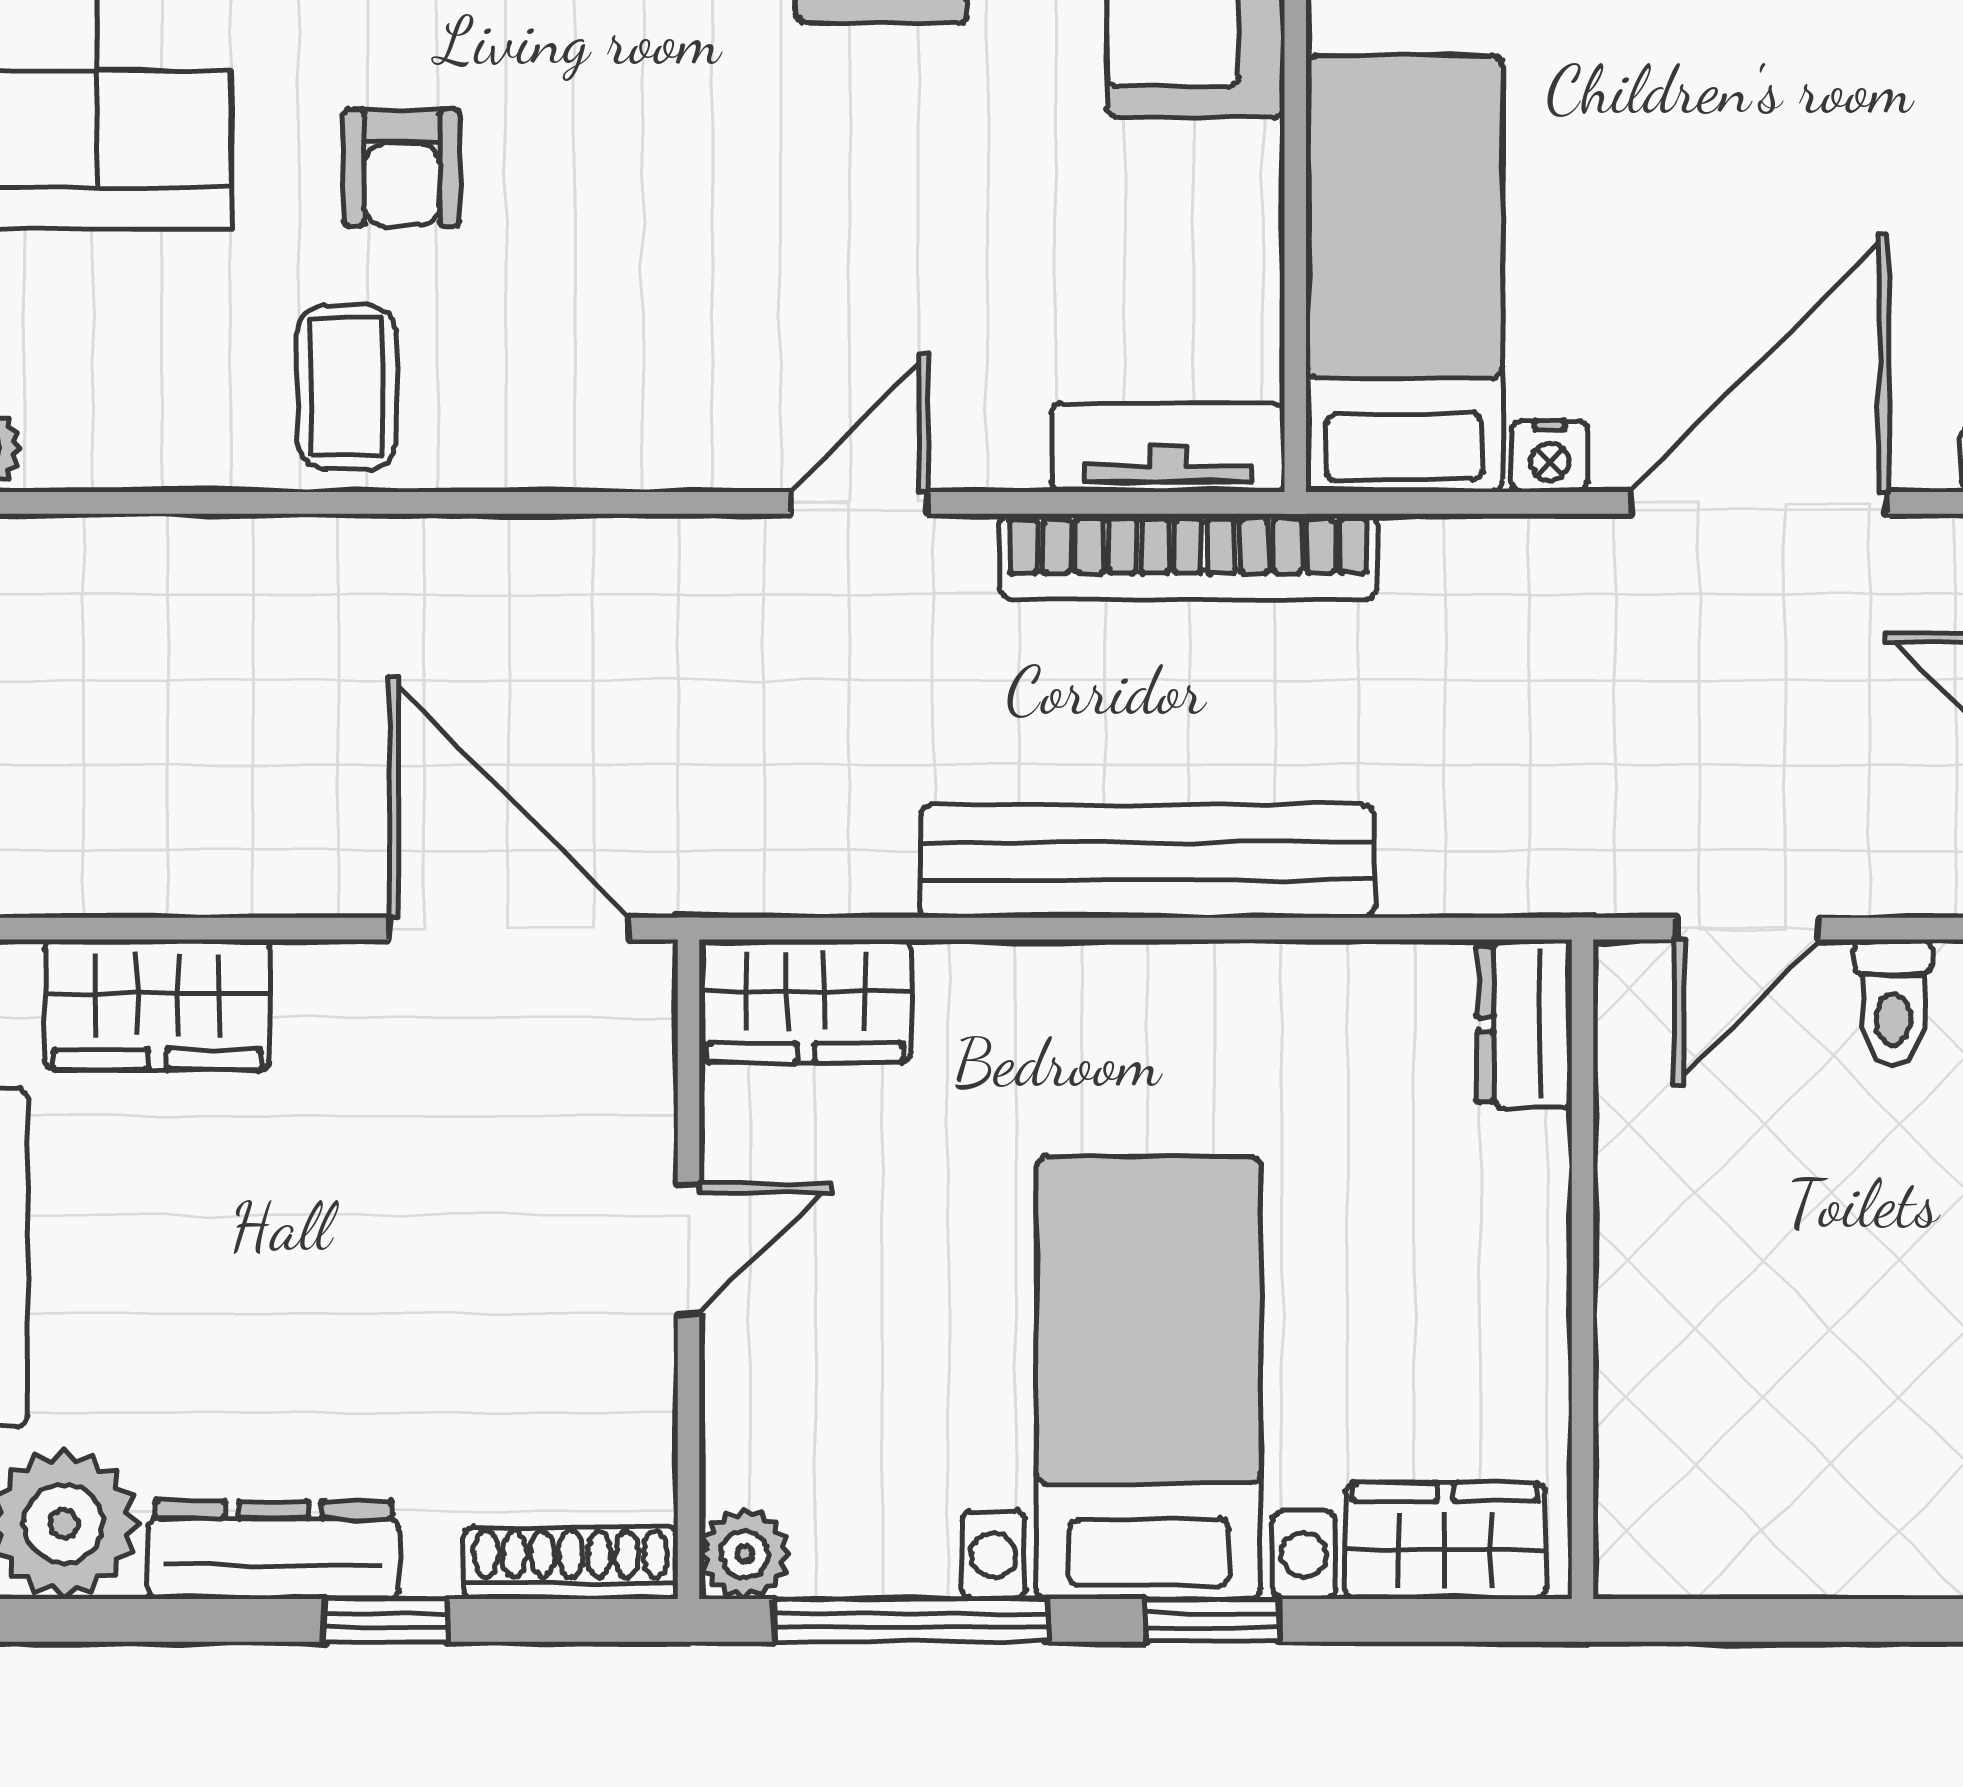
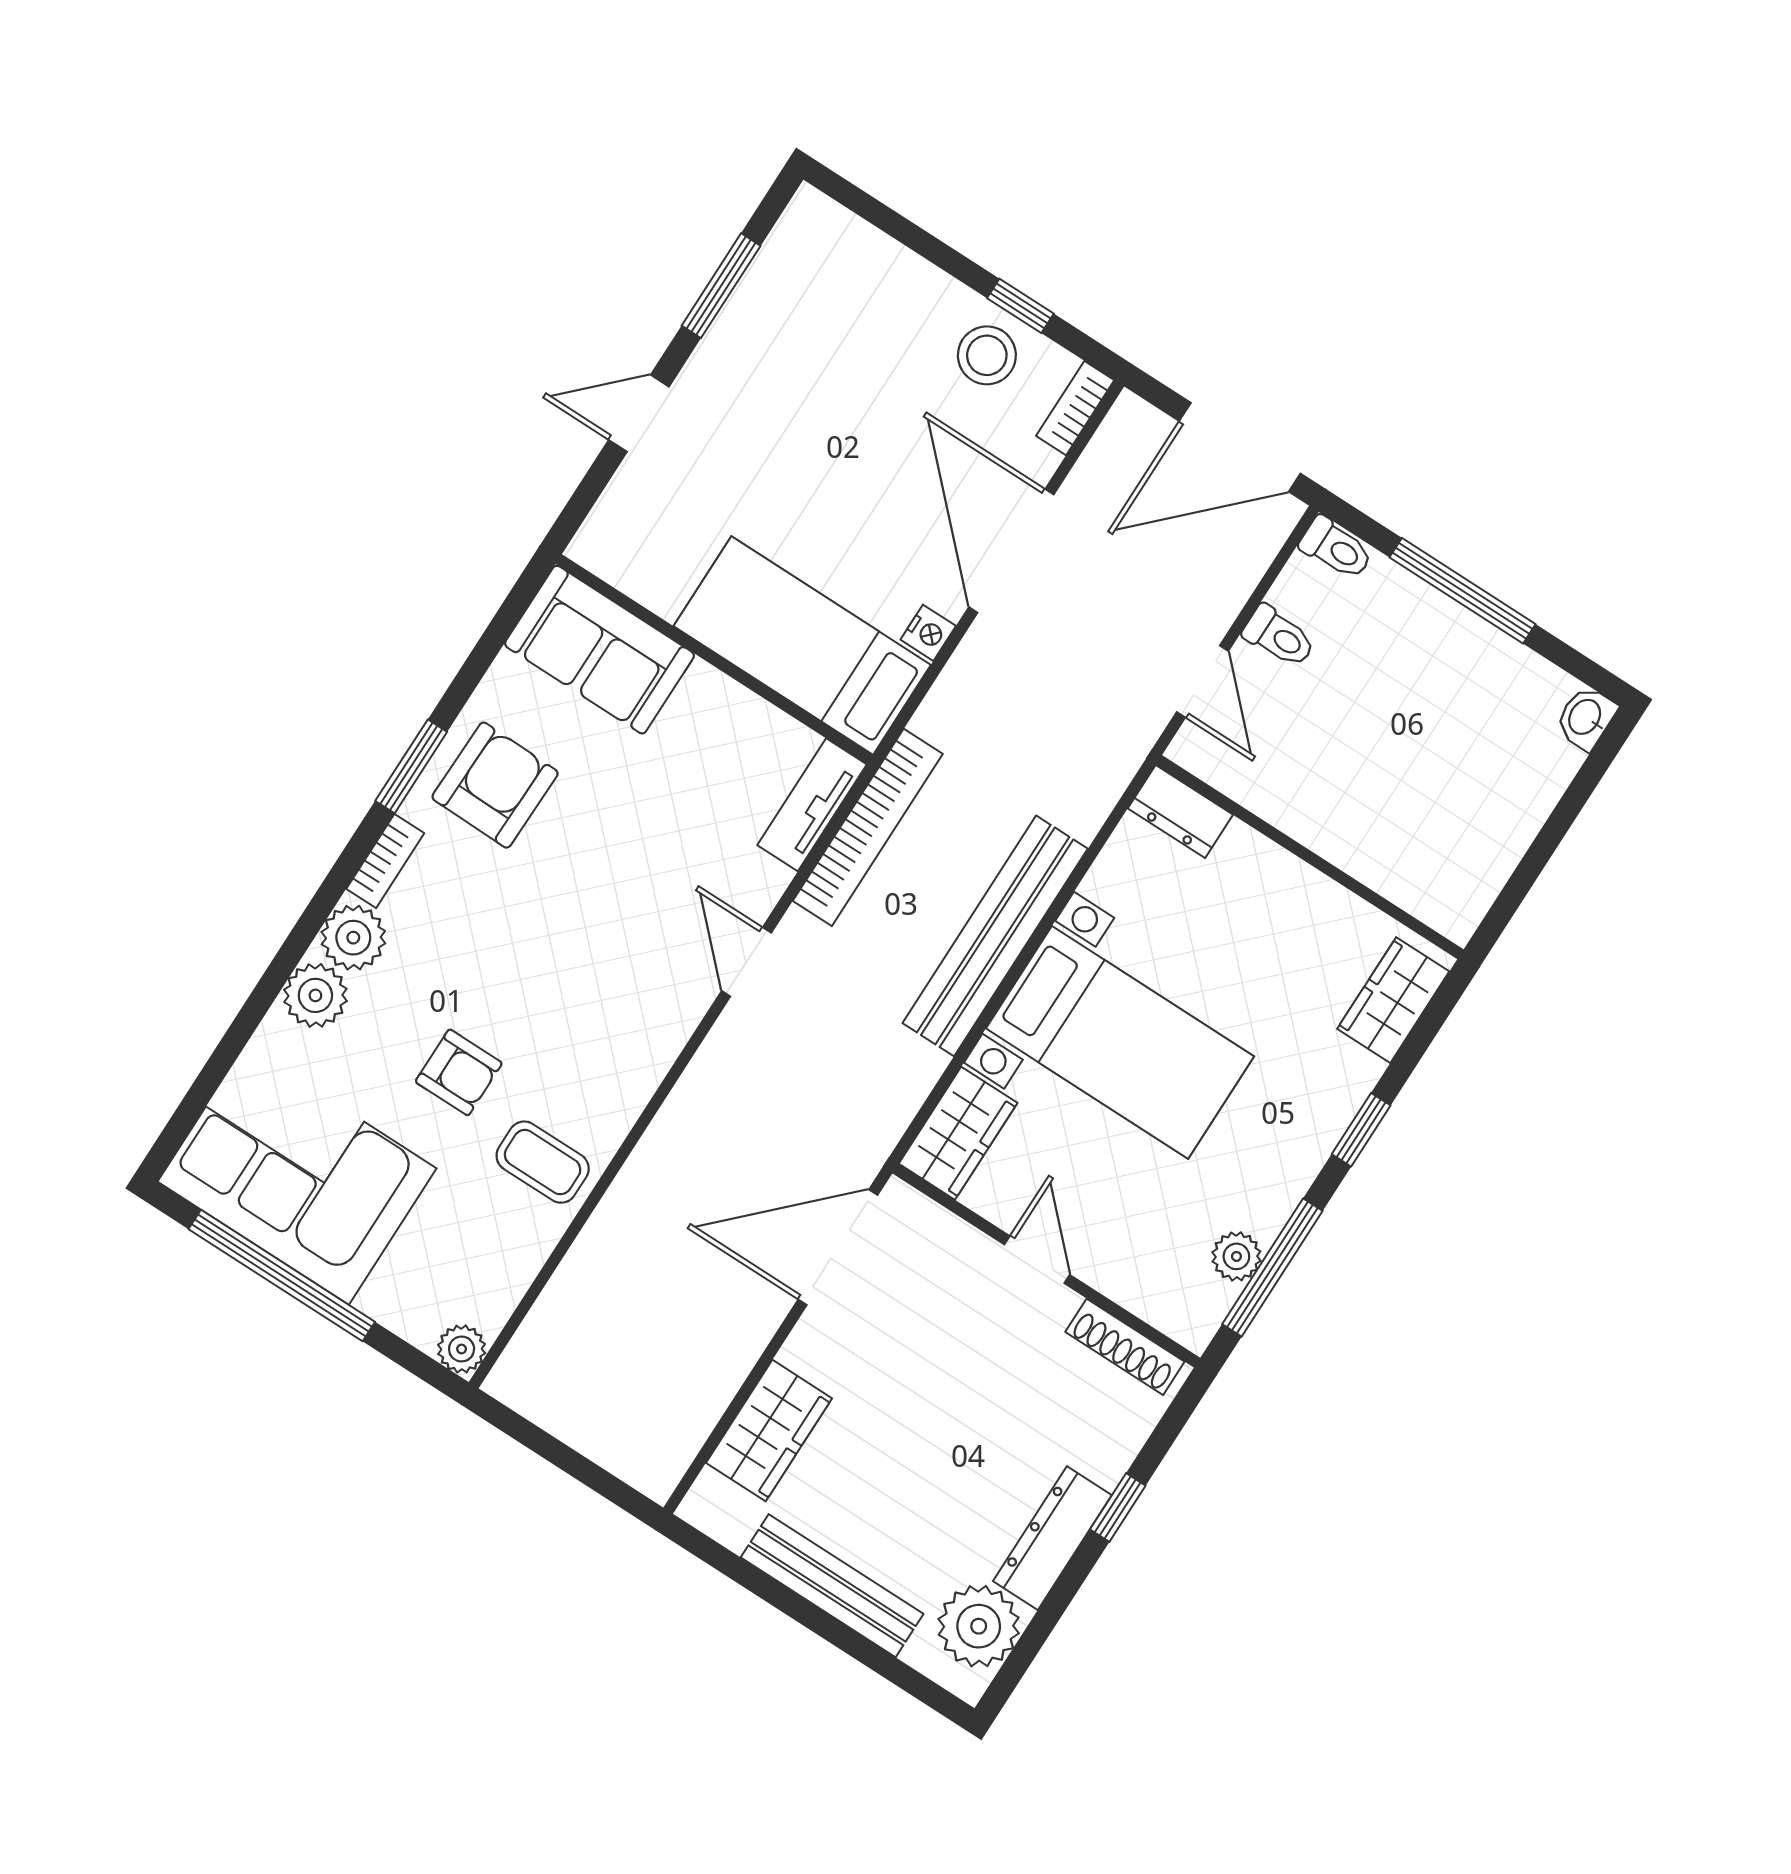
bed with nightstands: (1149, 1378) -> (1120, 1042), moved, turned 180
plant: (744, 1554) -> (1236, 1256), moved
shoe rack: (571, 1563) -> (1125, 1347), moved, turned -90

